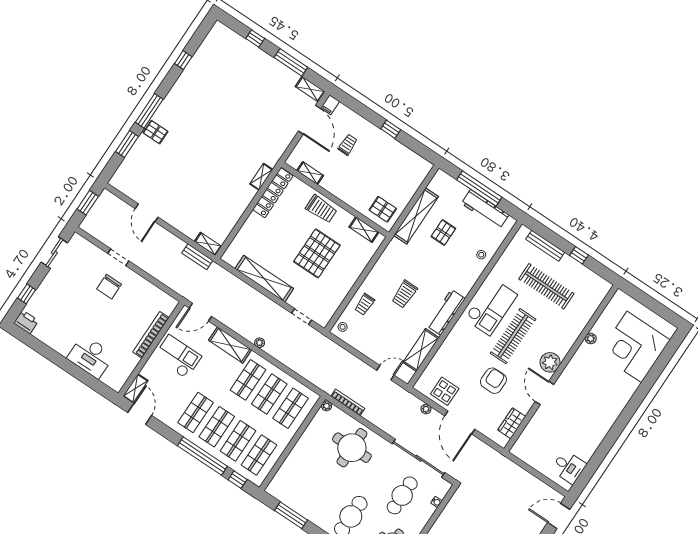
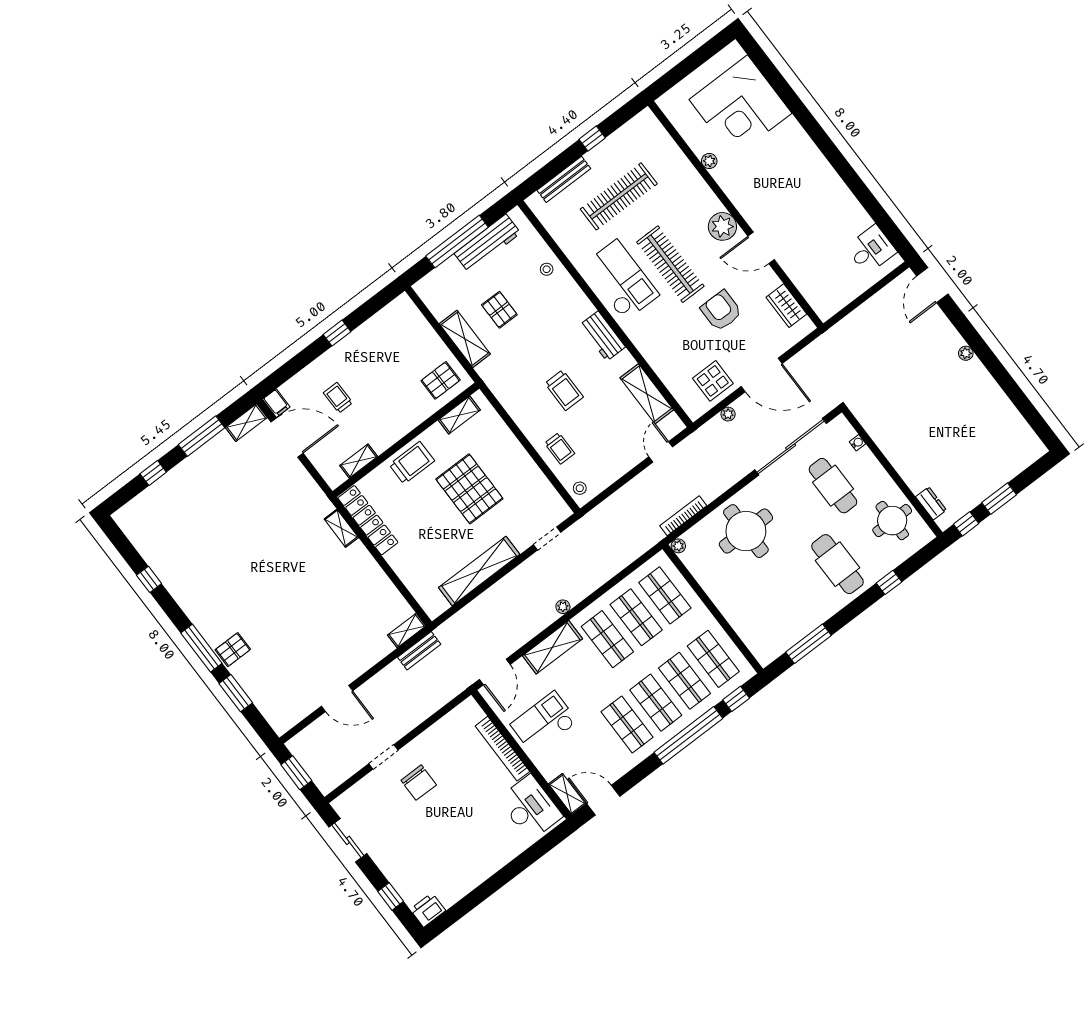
shelving: (416, 216) -> (465, 339), width x0.68
workbench: (446, 312) -> (602, 336), width x0.73
desk: (91, 357) -> (530, 808), moved, turned -90

